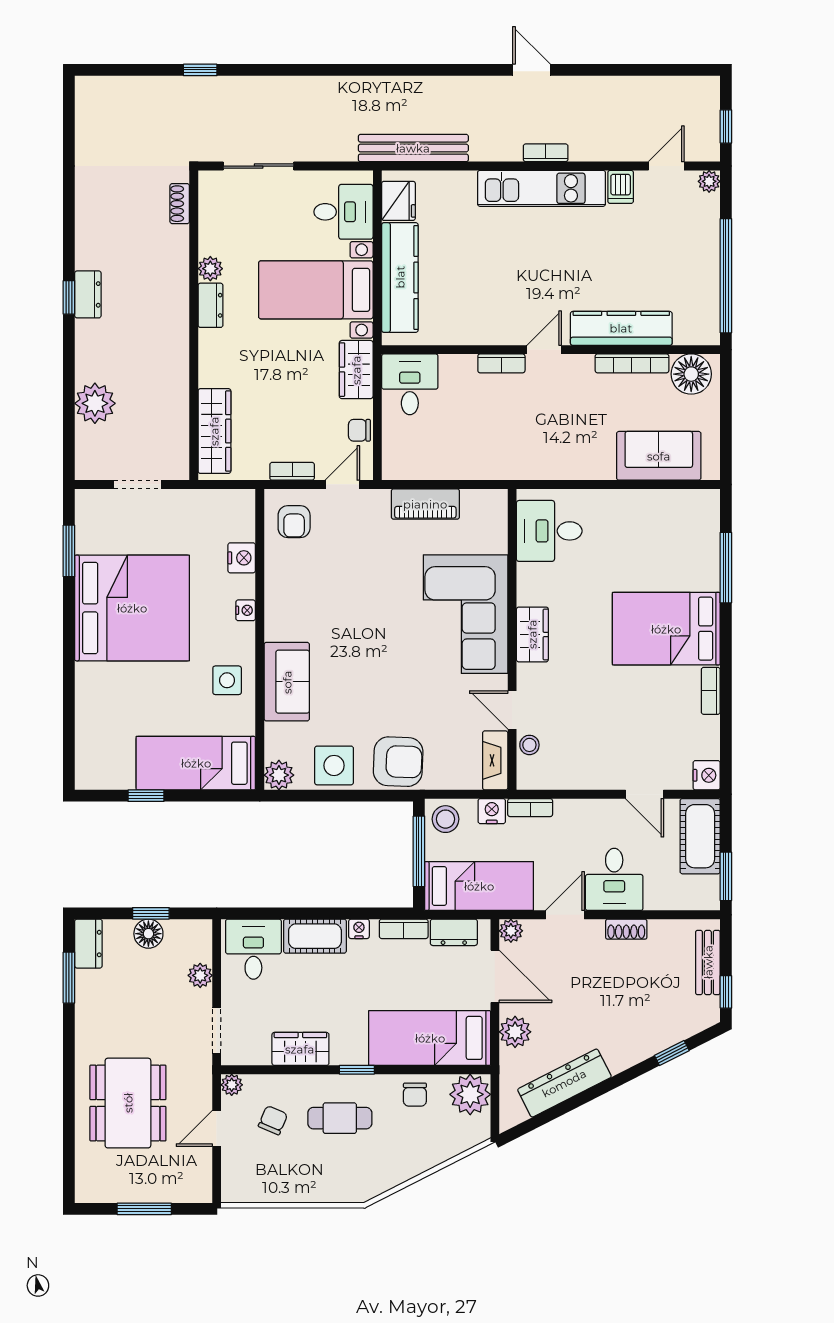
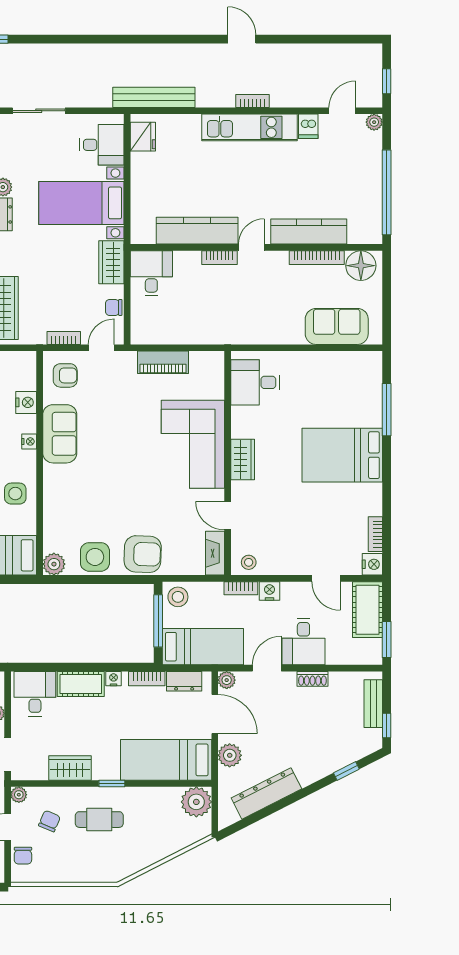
kitchen counter: (400, 277) -> (197, 231), moved, turned -90
armchair: (294, 522) -> (65, 375), turned -90
sofa: (287, 682) -> (60, 434), moved
bookcase: (711, 691) -> (375, 534), moved
stool: (529, 745) -> (249, 562), moved
nightstand: (492, 811) -> (269, 591), moved
chair: (415, 1095) -> (23, 856), moved

